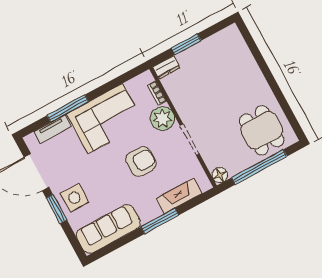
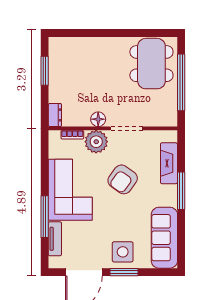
window: (186, 44) -> (45, 71), moved
dining table: (262, 130) -> (151, 64), width x1.38
armchair: (141, 162) -> (123, 179), turned -144
floor lamp: (220, 175) -> (98, 119), moved

